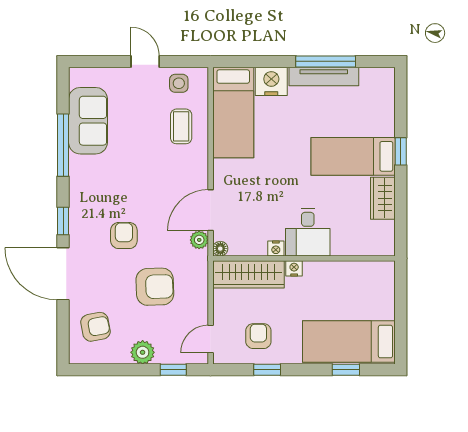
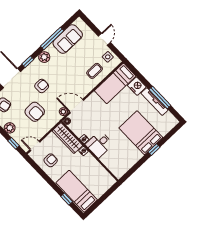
bed: (353, 156) -> (141, 133), width x1.50
plant: (81, 187) -> (44, 57), added
wardrobe: (383, 198) -> (133, 158), removed
window: (267, 370) -> (42, 174), removed

